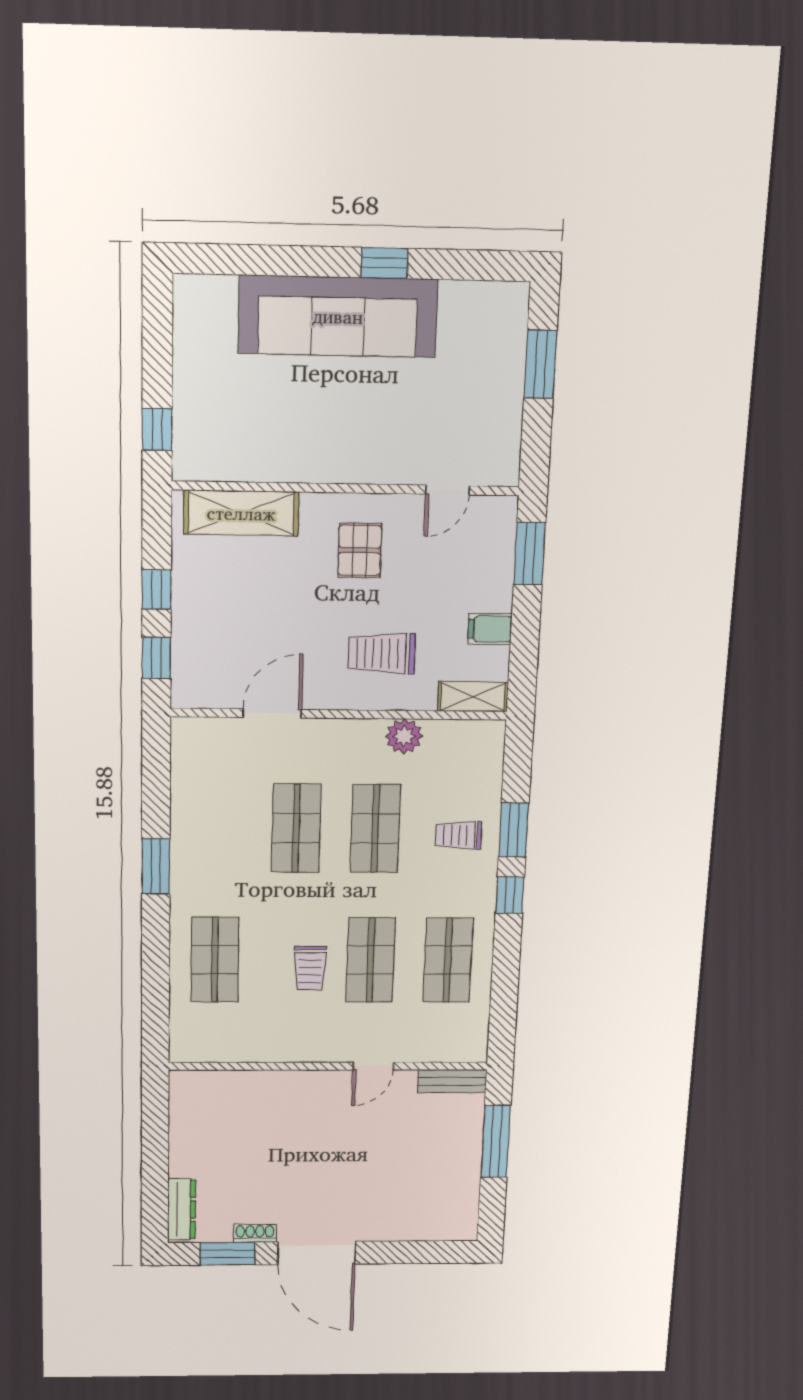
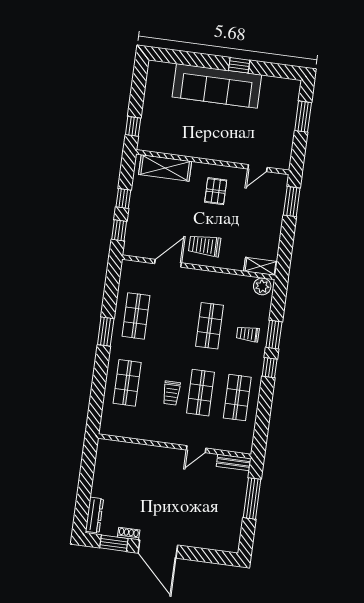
filing cabinet: (490, 629) -> (271, 235), removed
trolley: (382, 653) -> (205, 246), moved
plant: (404, 736) -> (262, 286), moved
shop shelf: (296, 828) -> (136, 316), moved

